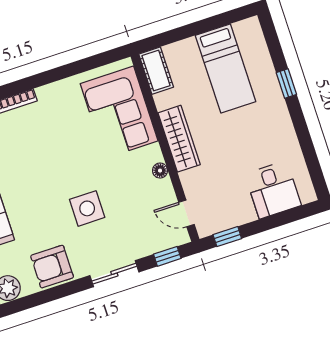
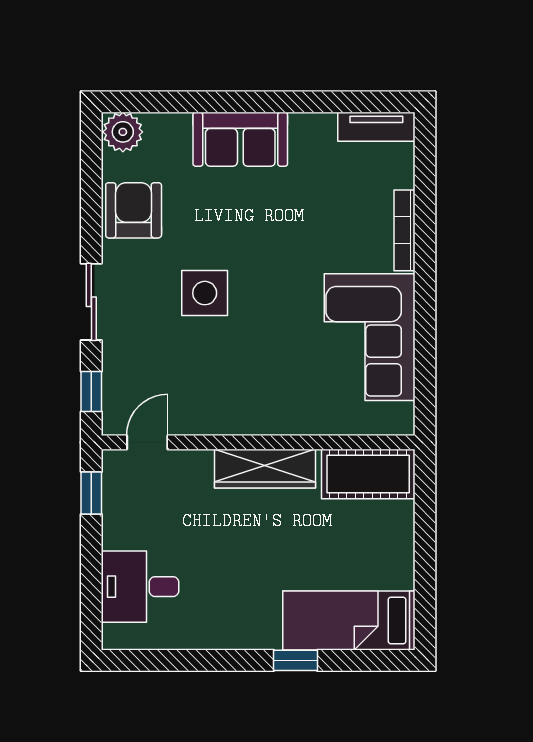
bed: (226, 69) -> (349, 620), moved
cot: (156, 71) -> (368, 474), width x1.37, depth x1.34
corner sofa: (119, 112) -> (370, 337), moved, turned -90
floor lamp: (160, 171) -> (226, 423), removed

